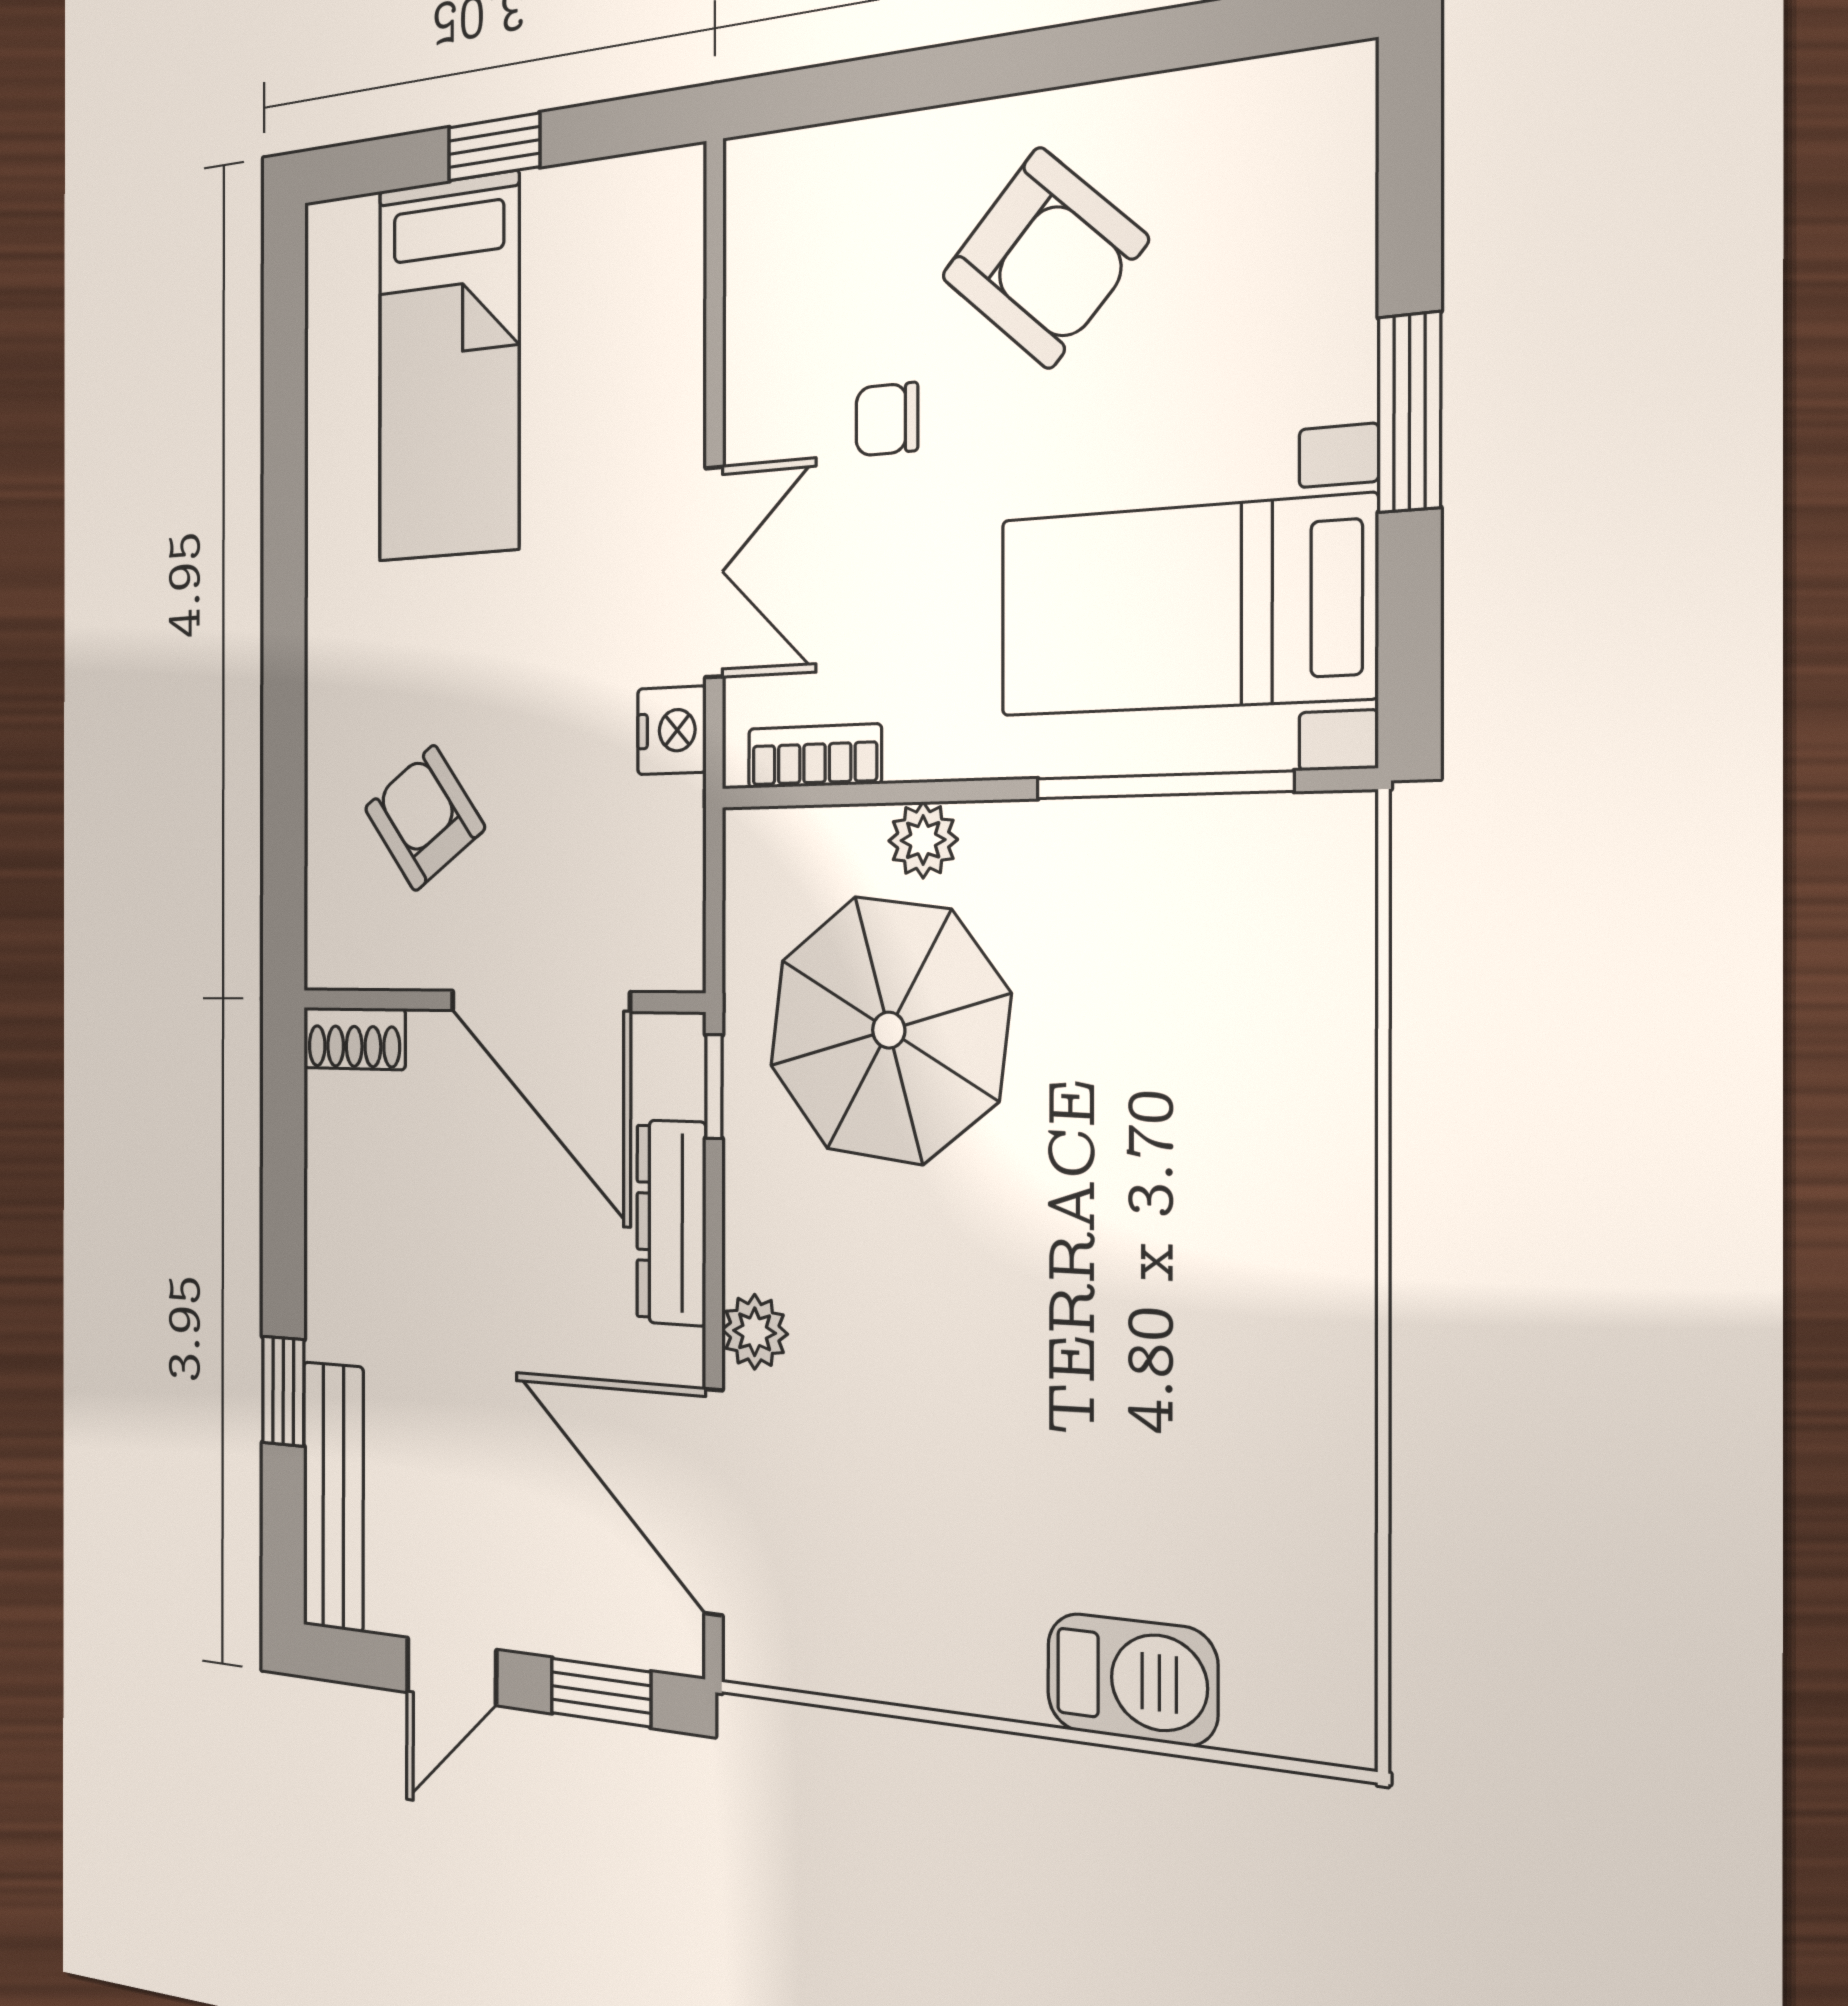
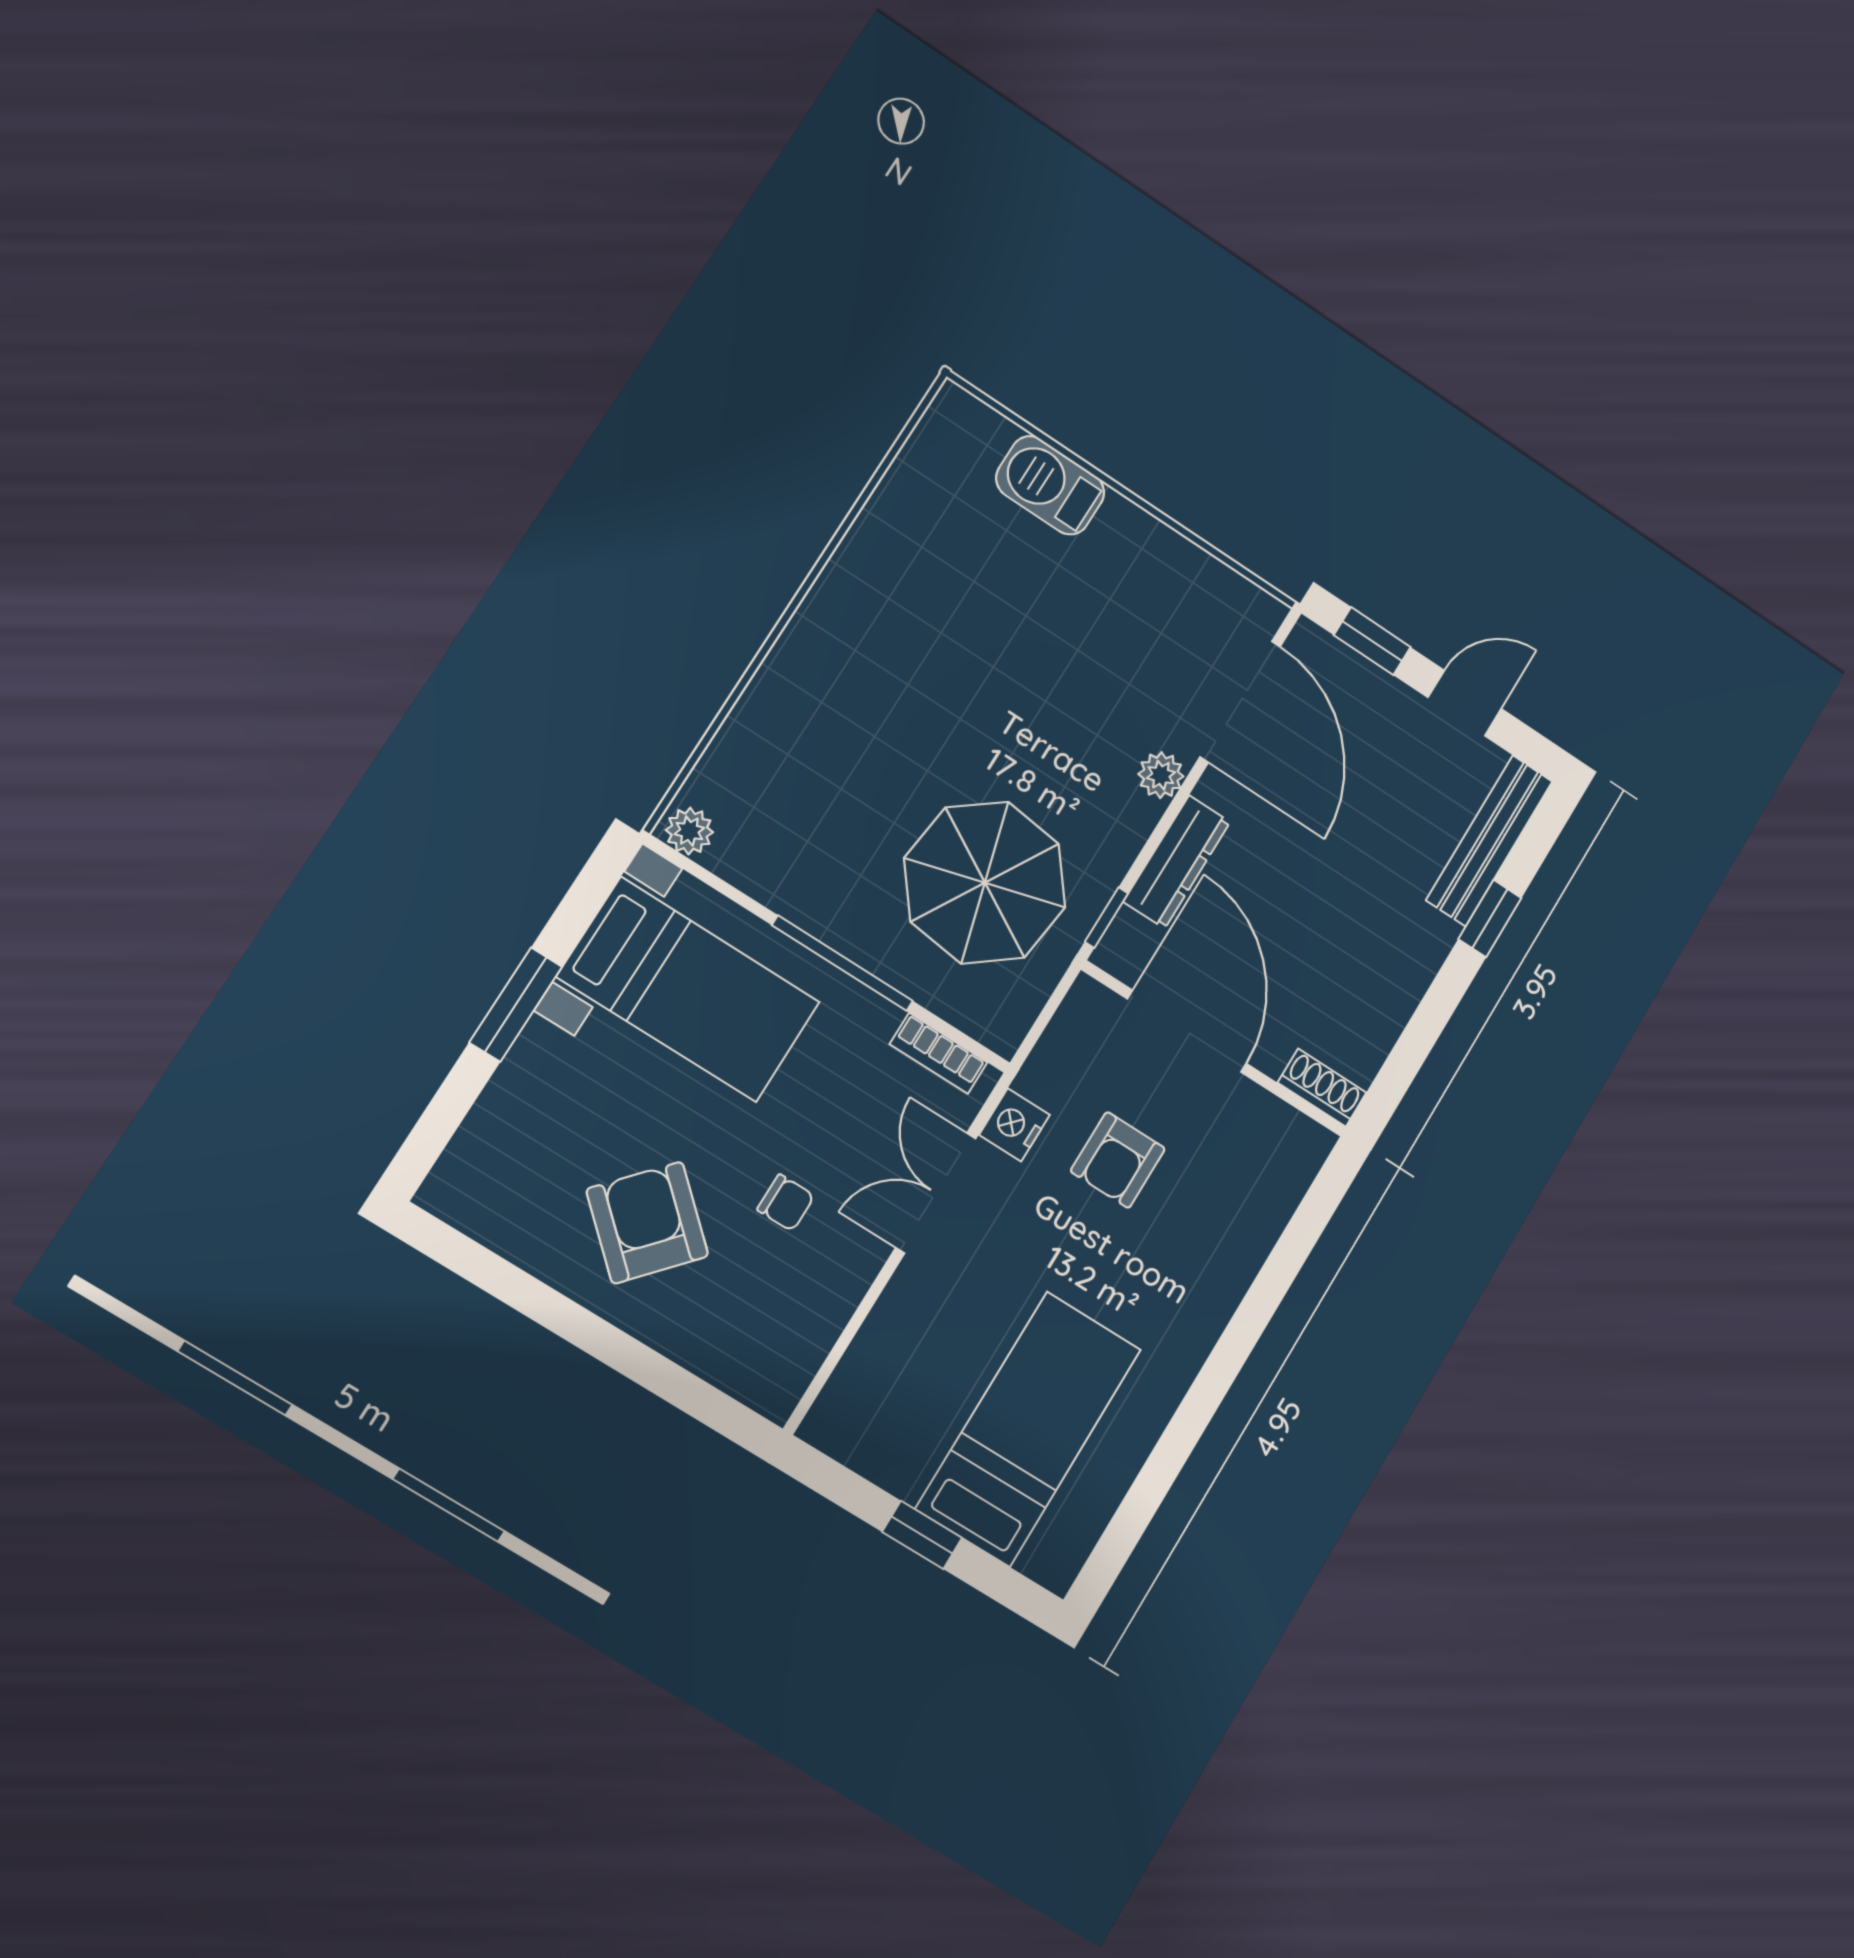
window: (1163, 785) -> (842, 963), moved
armchair: (425, 818) -> (1118, 1160), moved, turned 36
plant: (923, 840) -> (689, 831), moved

